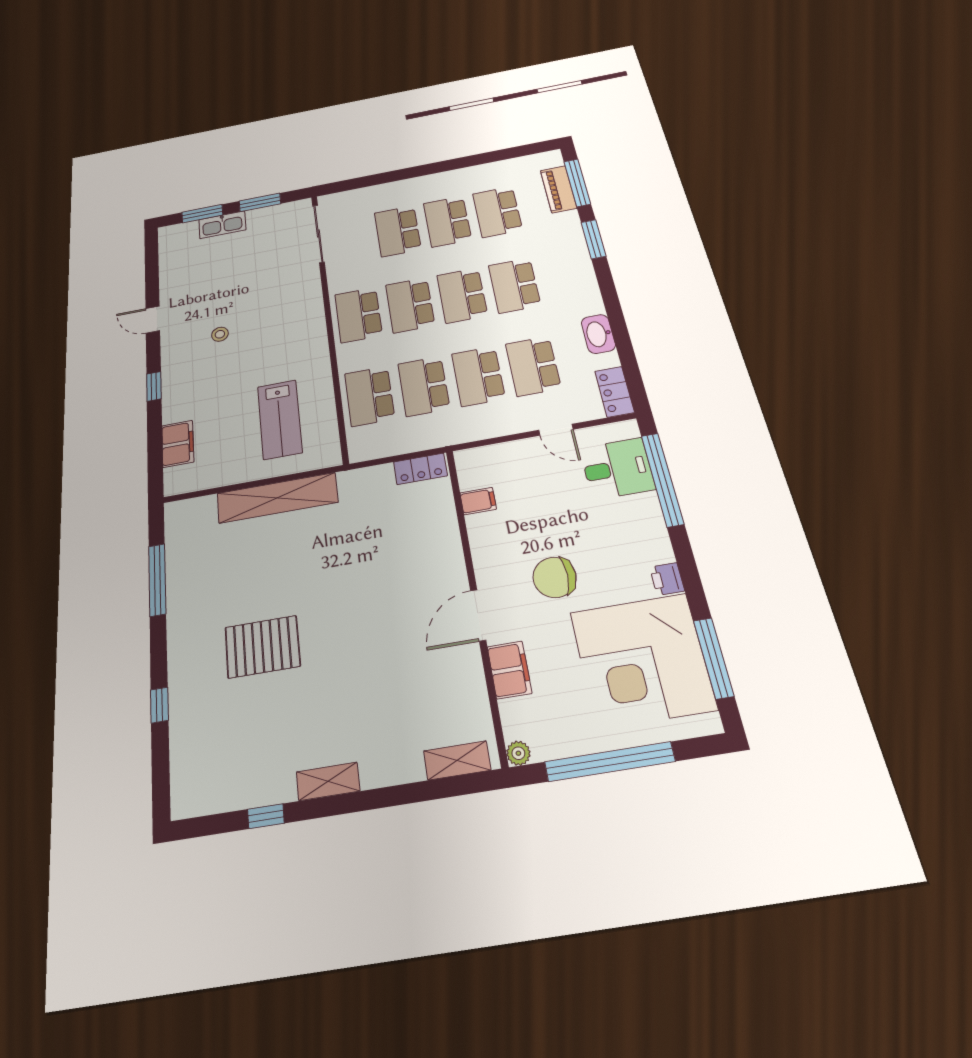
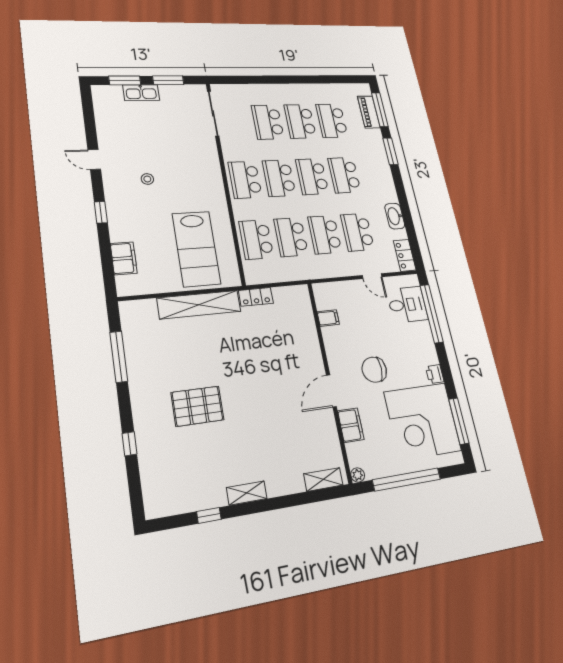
lab bench: (280, 419) -> (196, 249), width x1.36, depth x1.39
locker: (420, 469) -> (256, 297), moved

